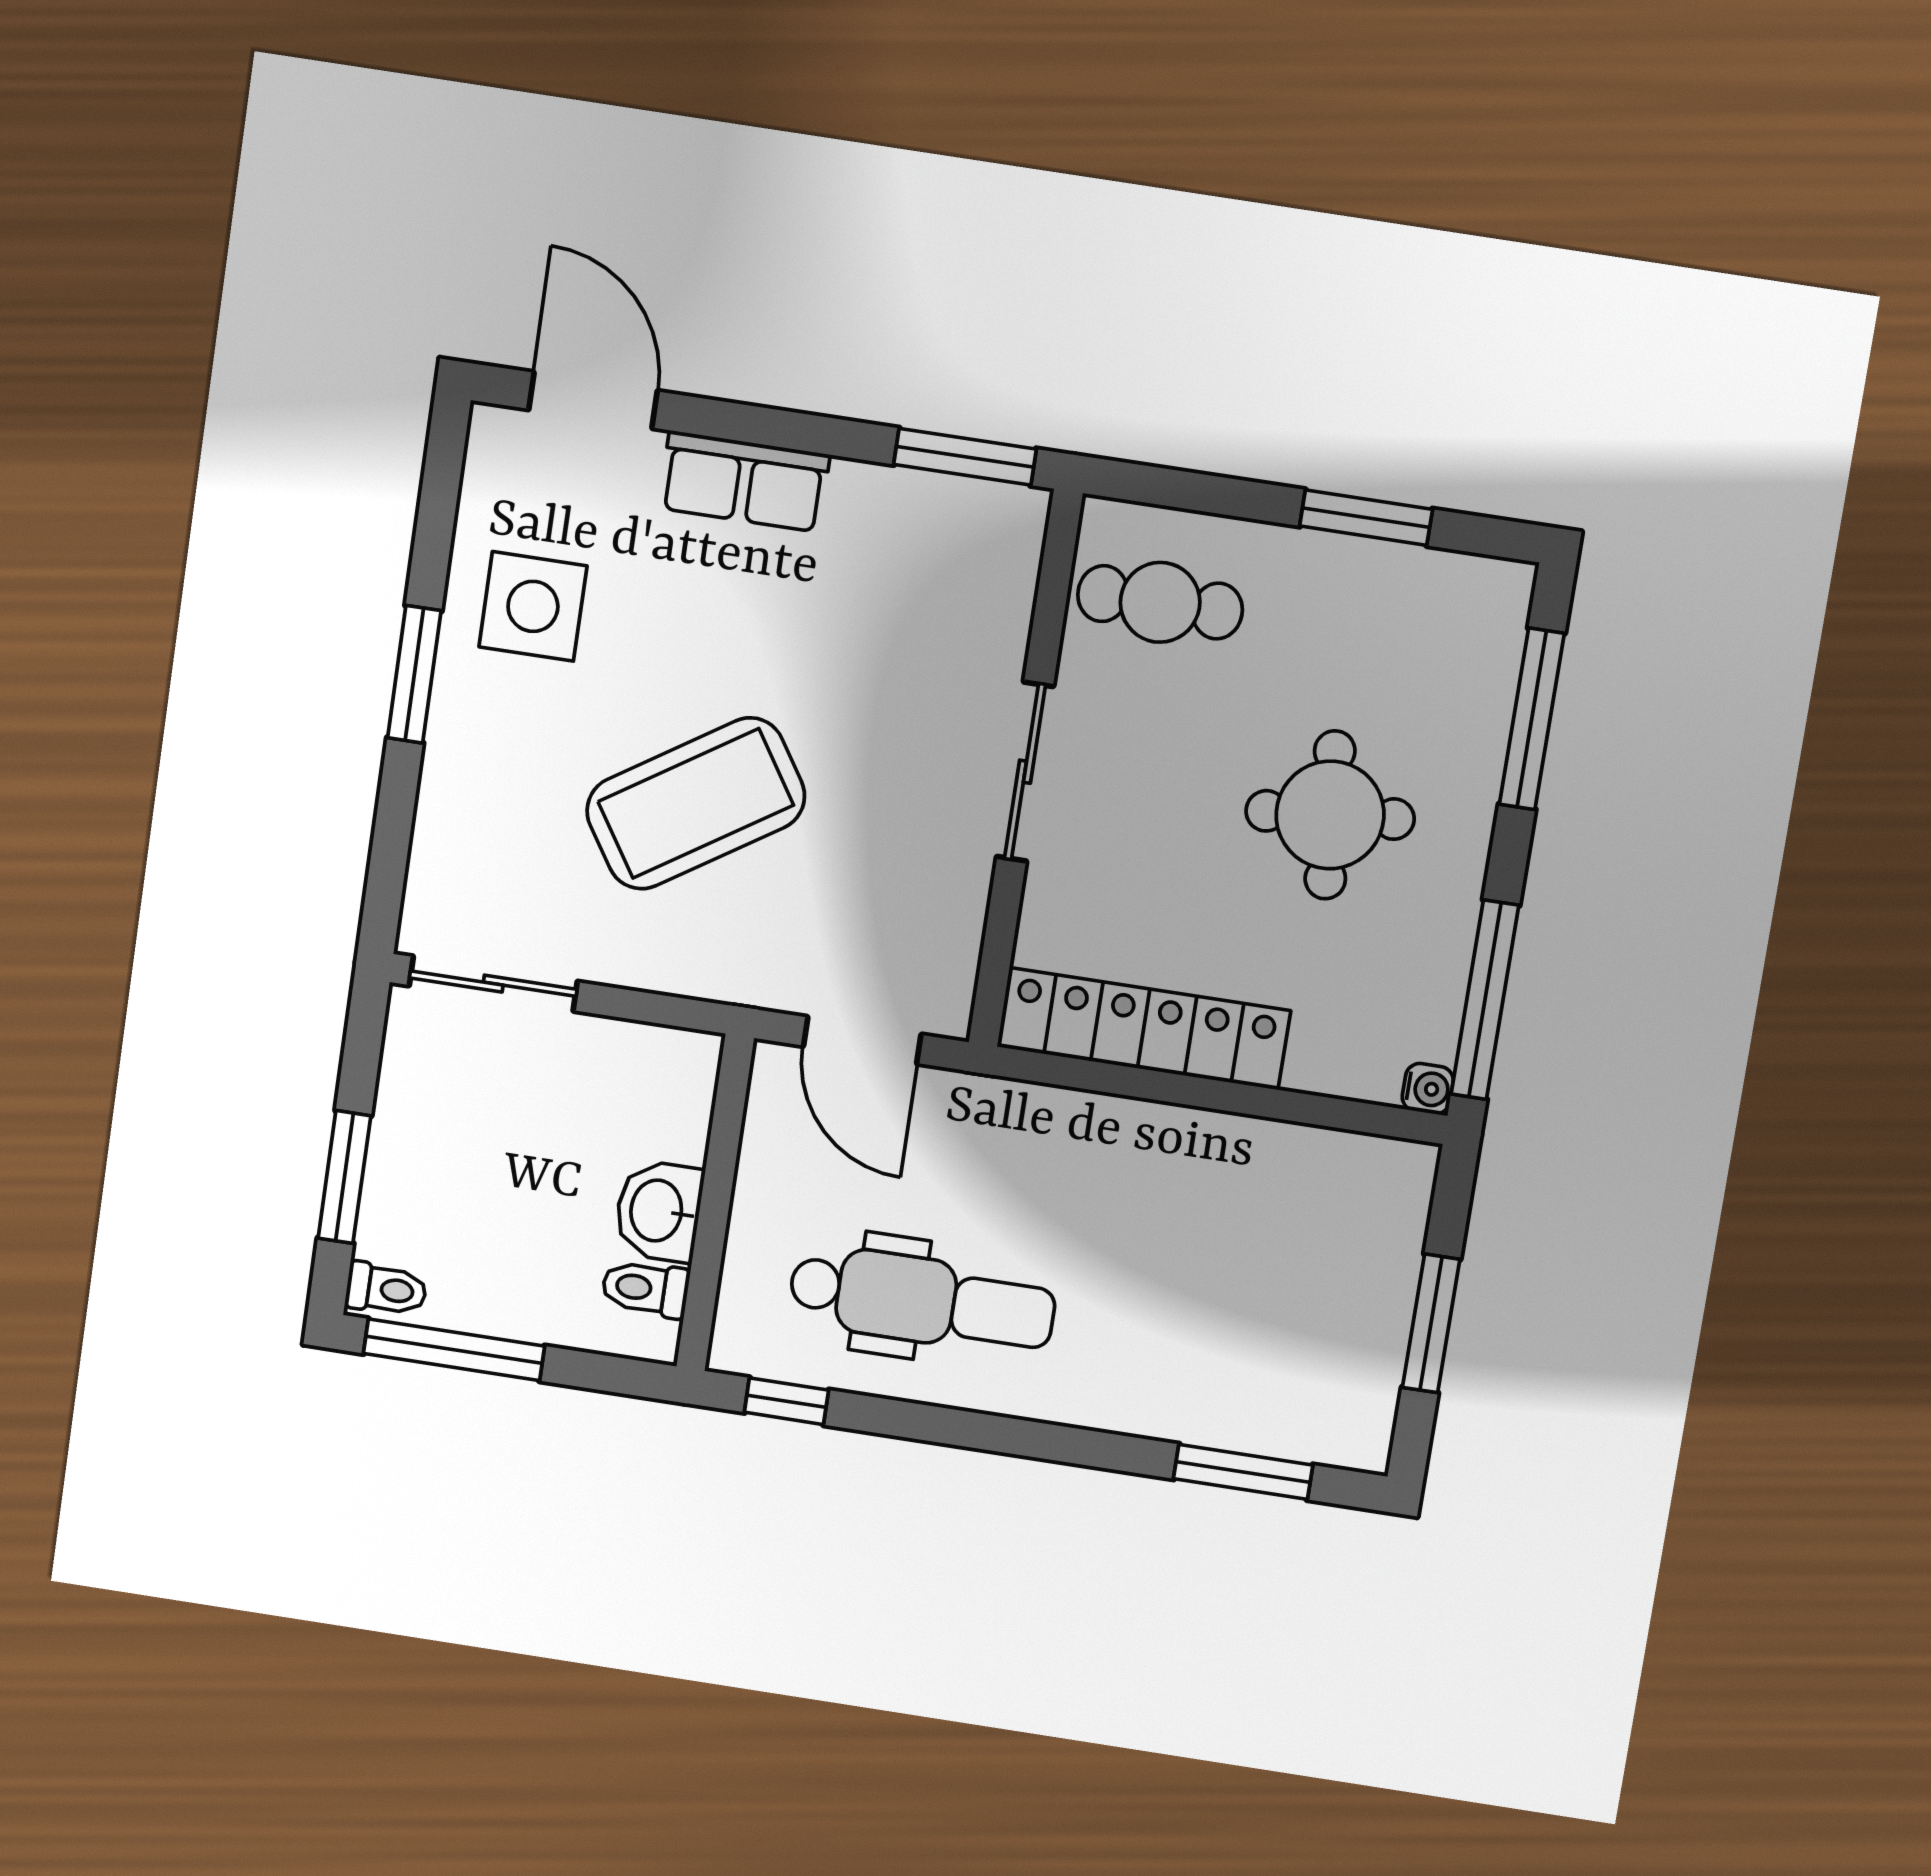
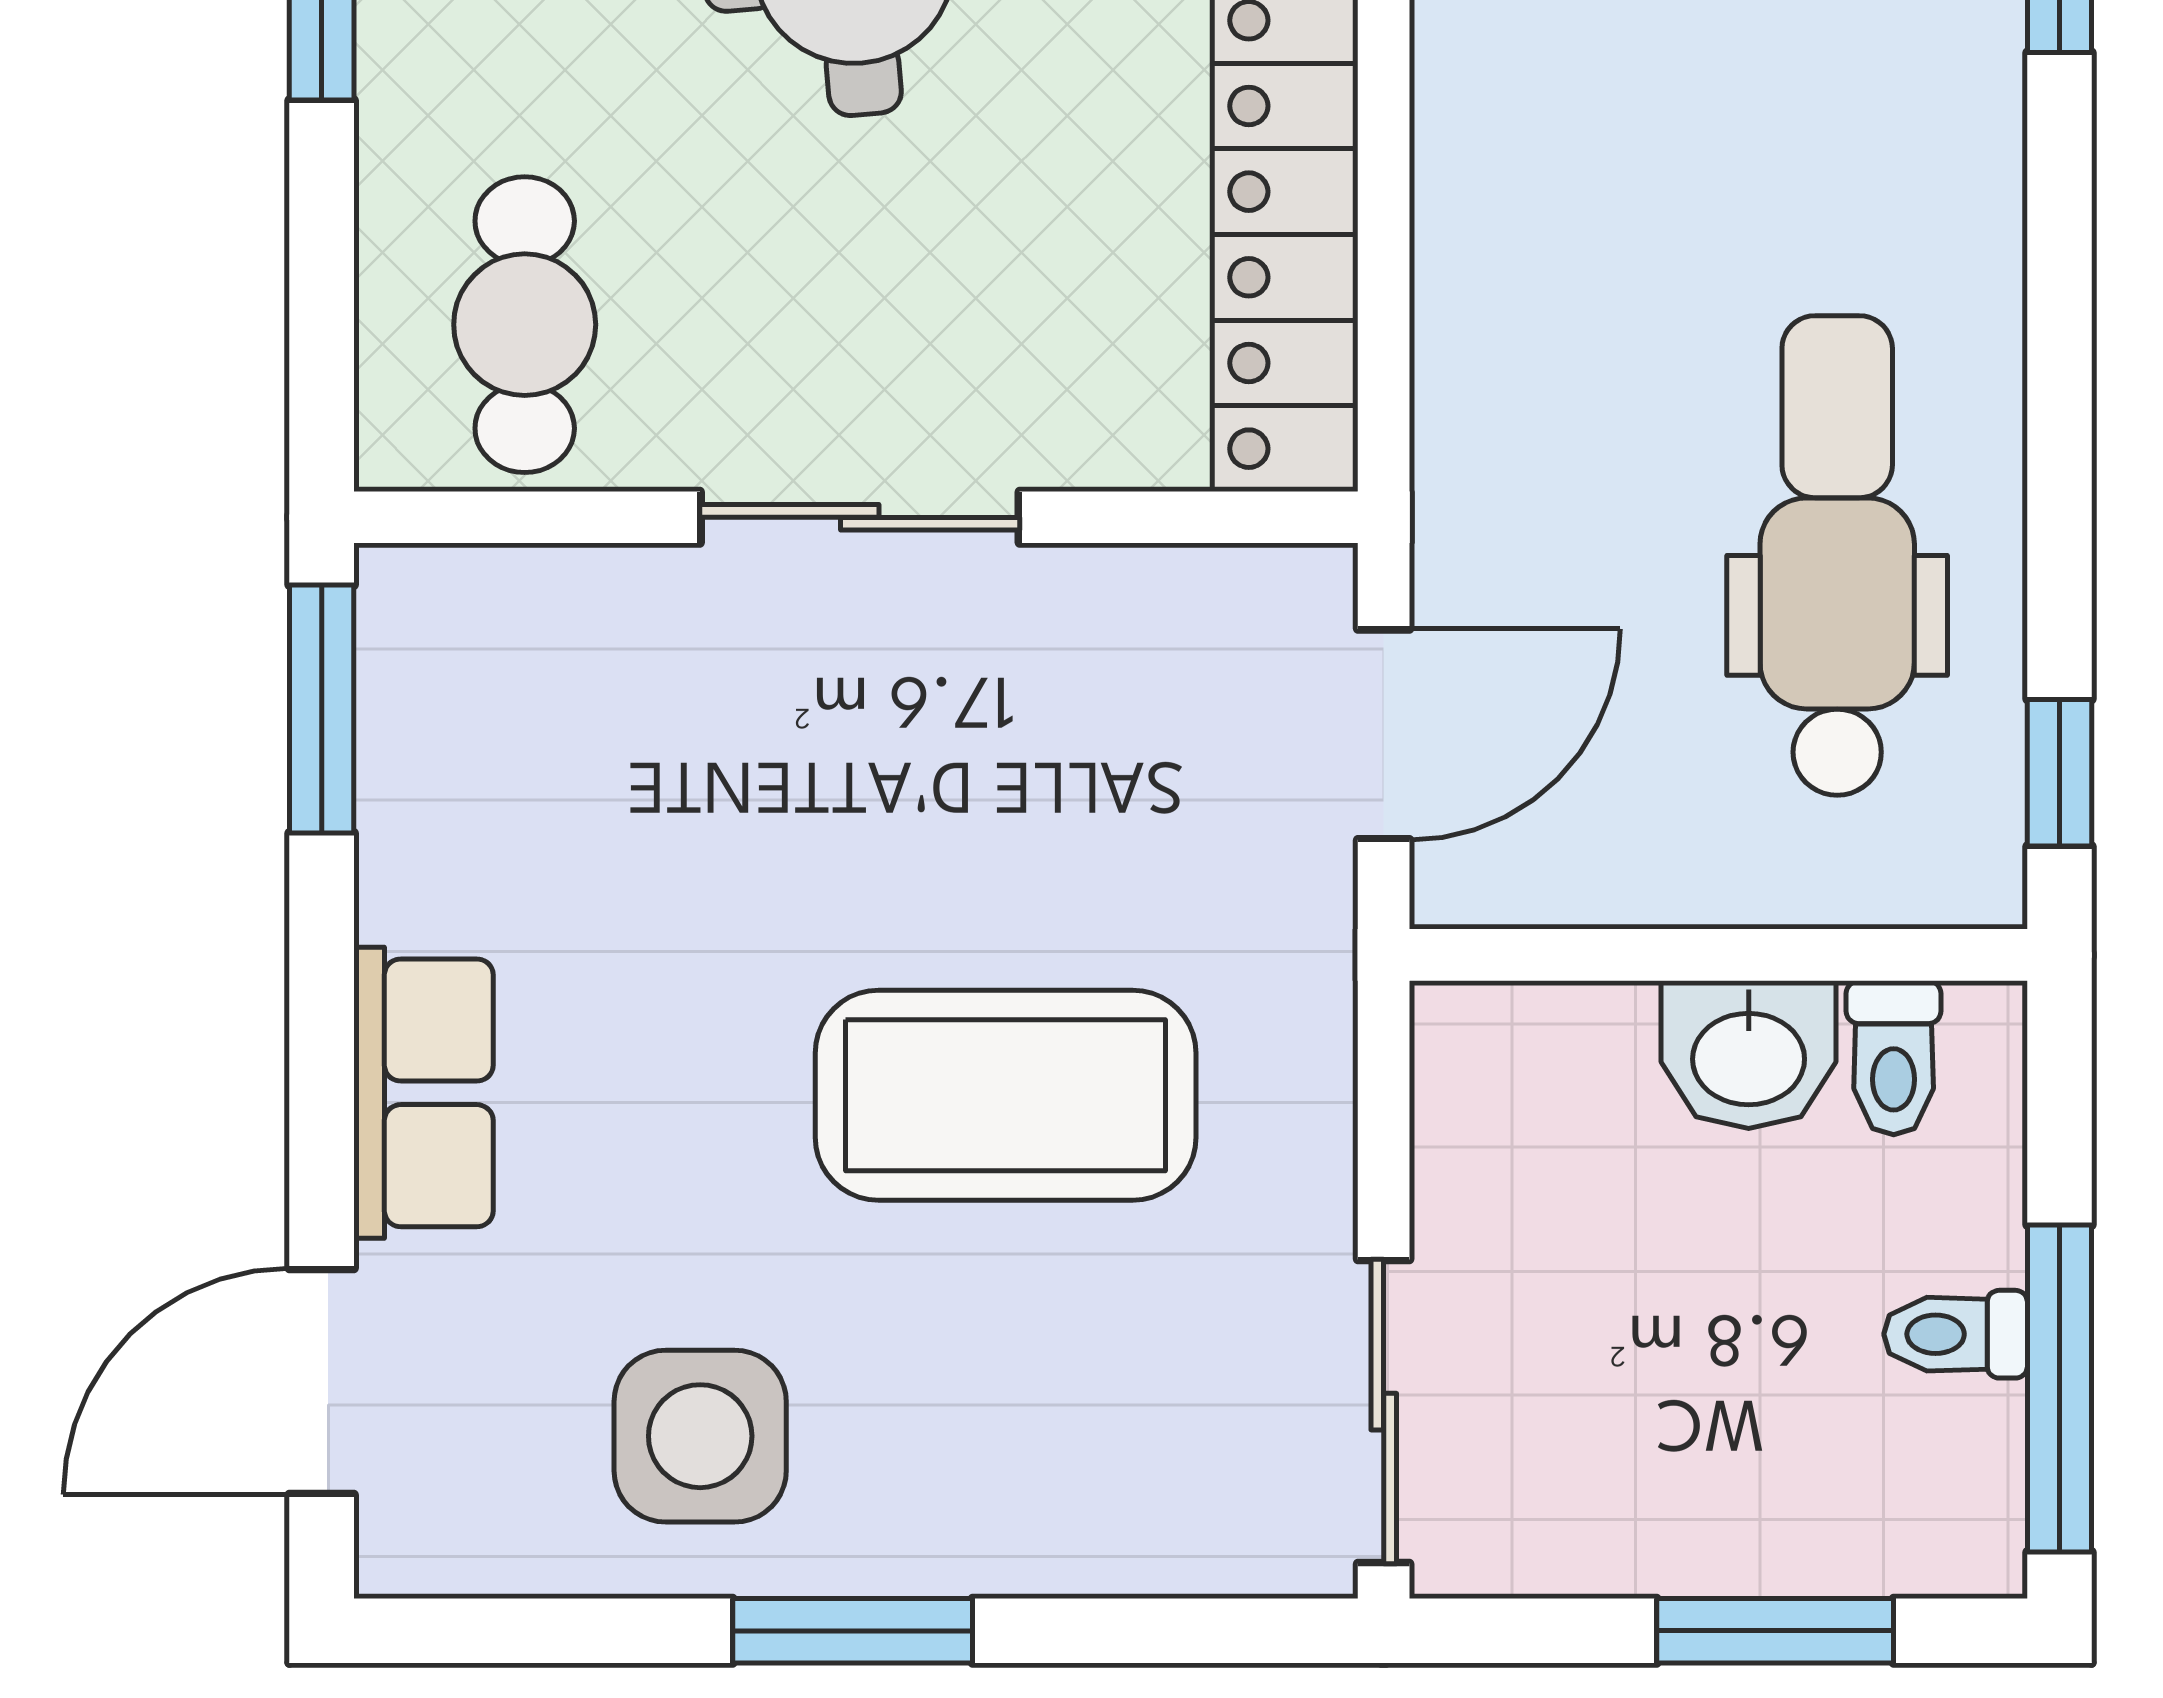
coffee table: (696, 803) -> (1006, 1095), turned -57
toilet: (386, 1289) -> (1956, 1334), moved, turned -90

